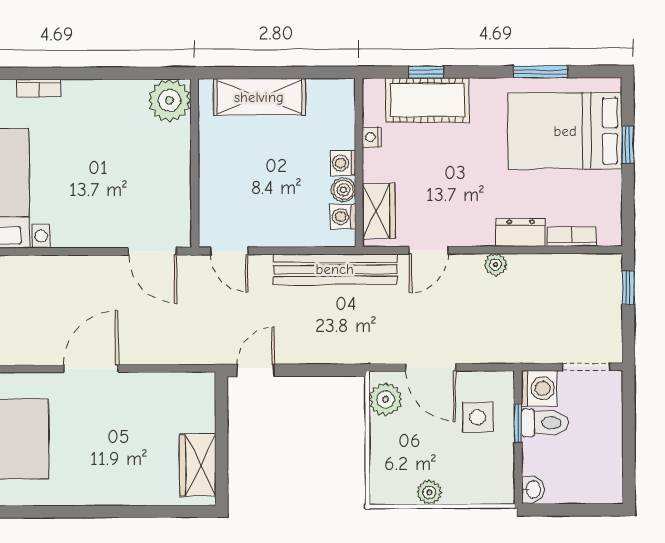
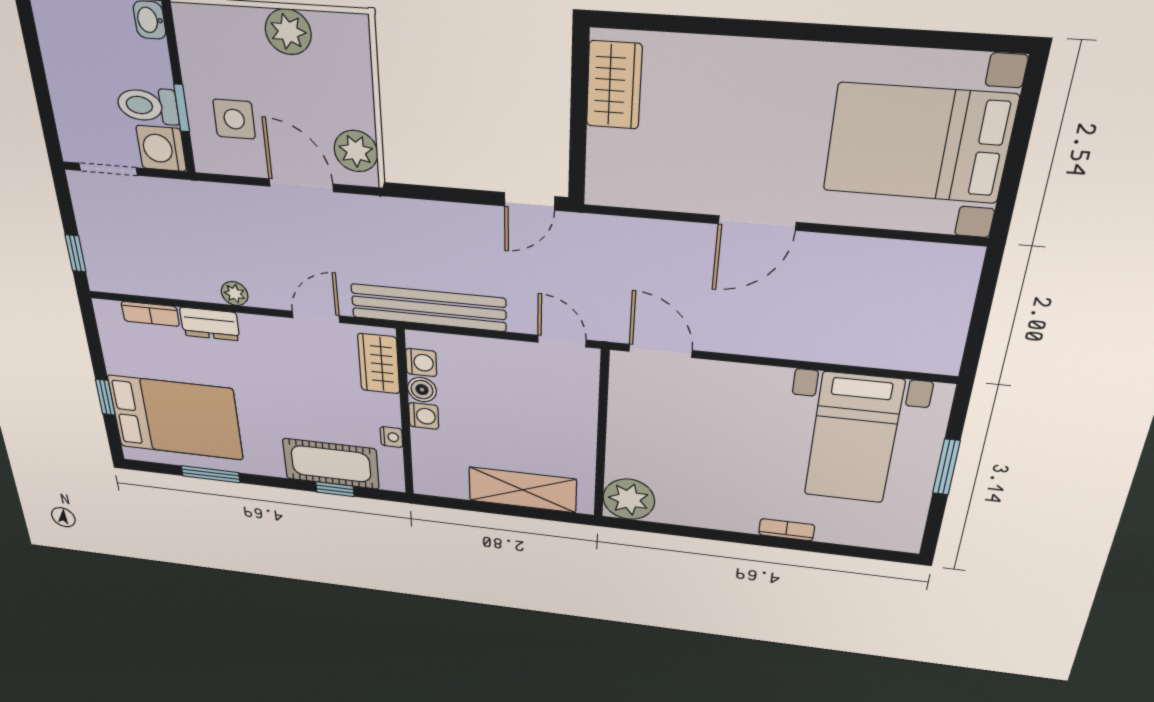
plant: (429, 492) -> (288, 32), width x1.38, depth x1.38

